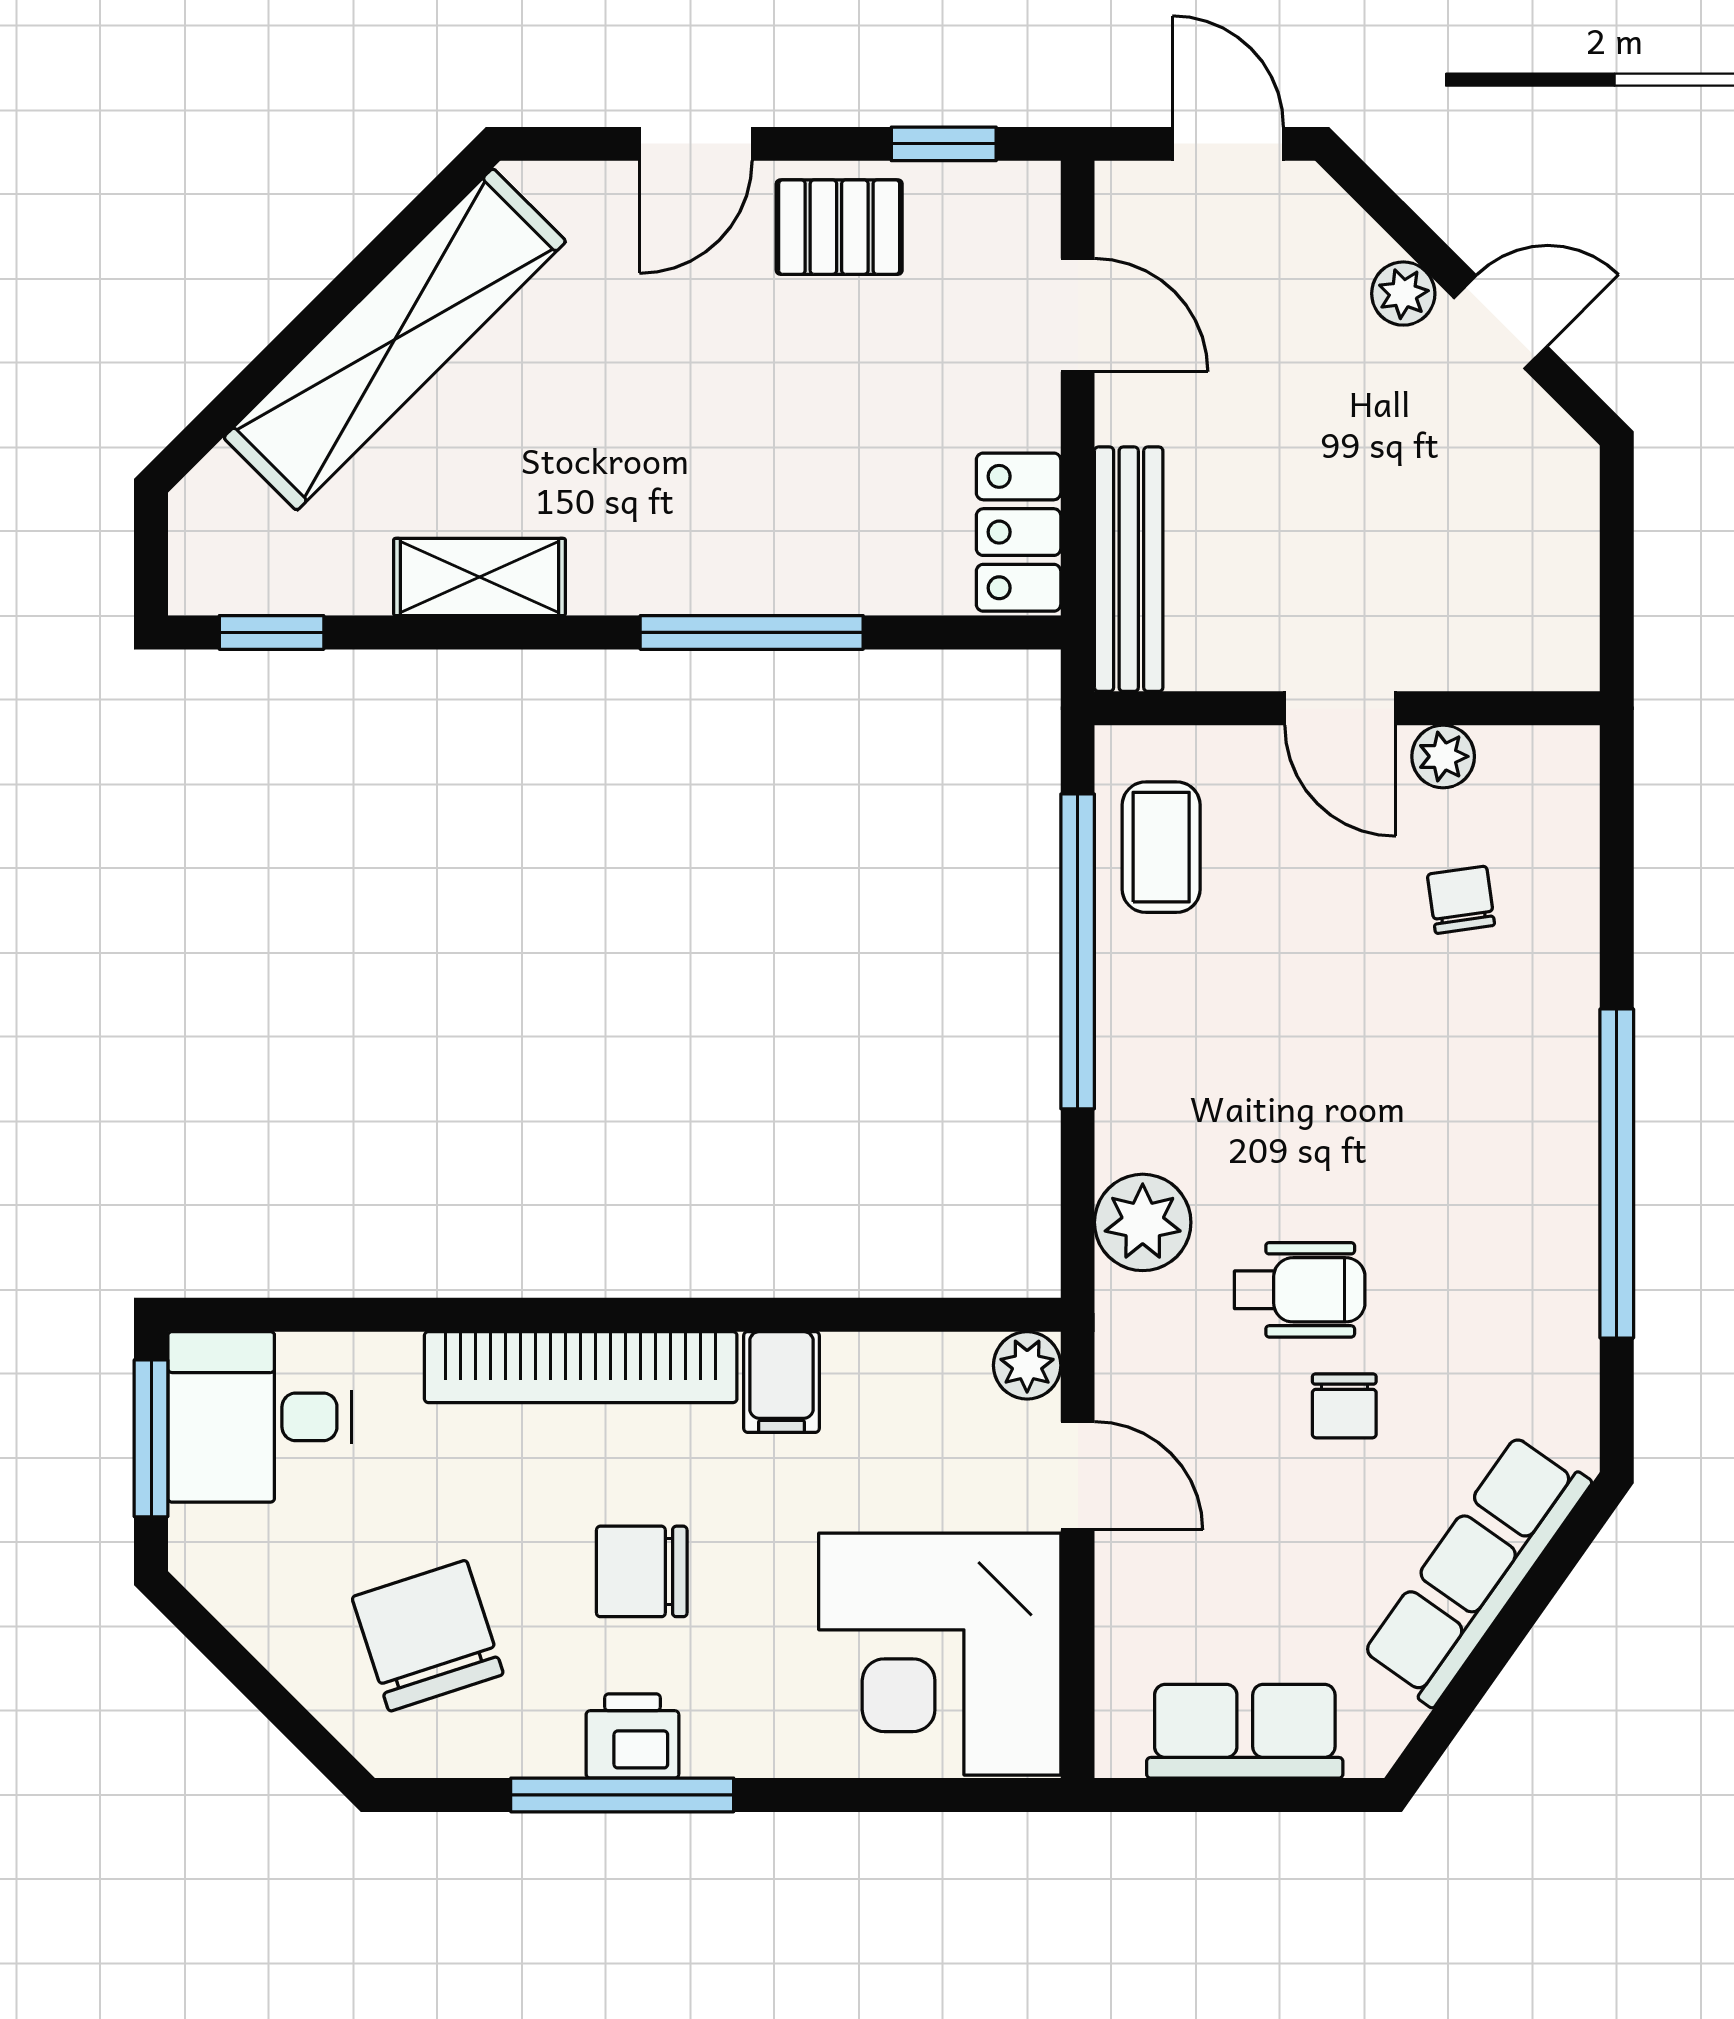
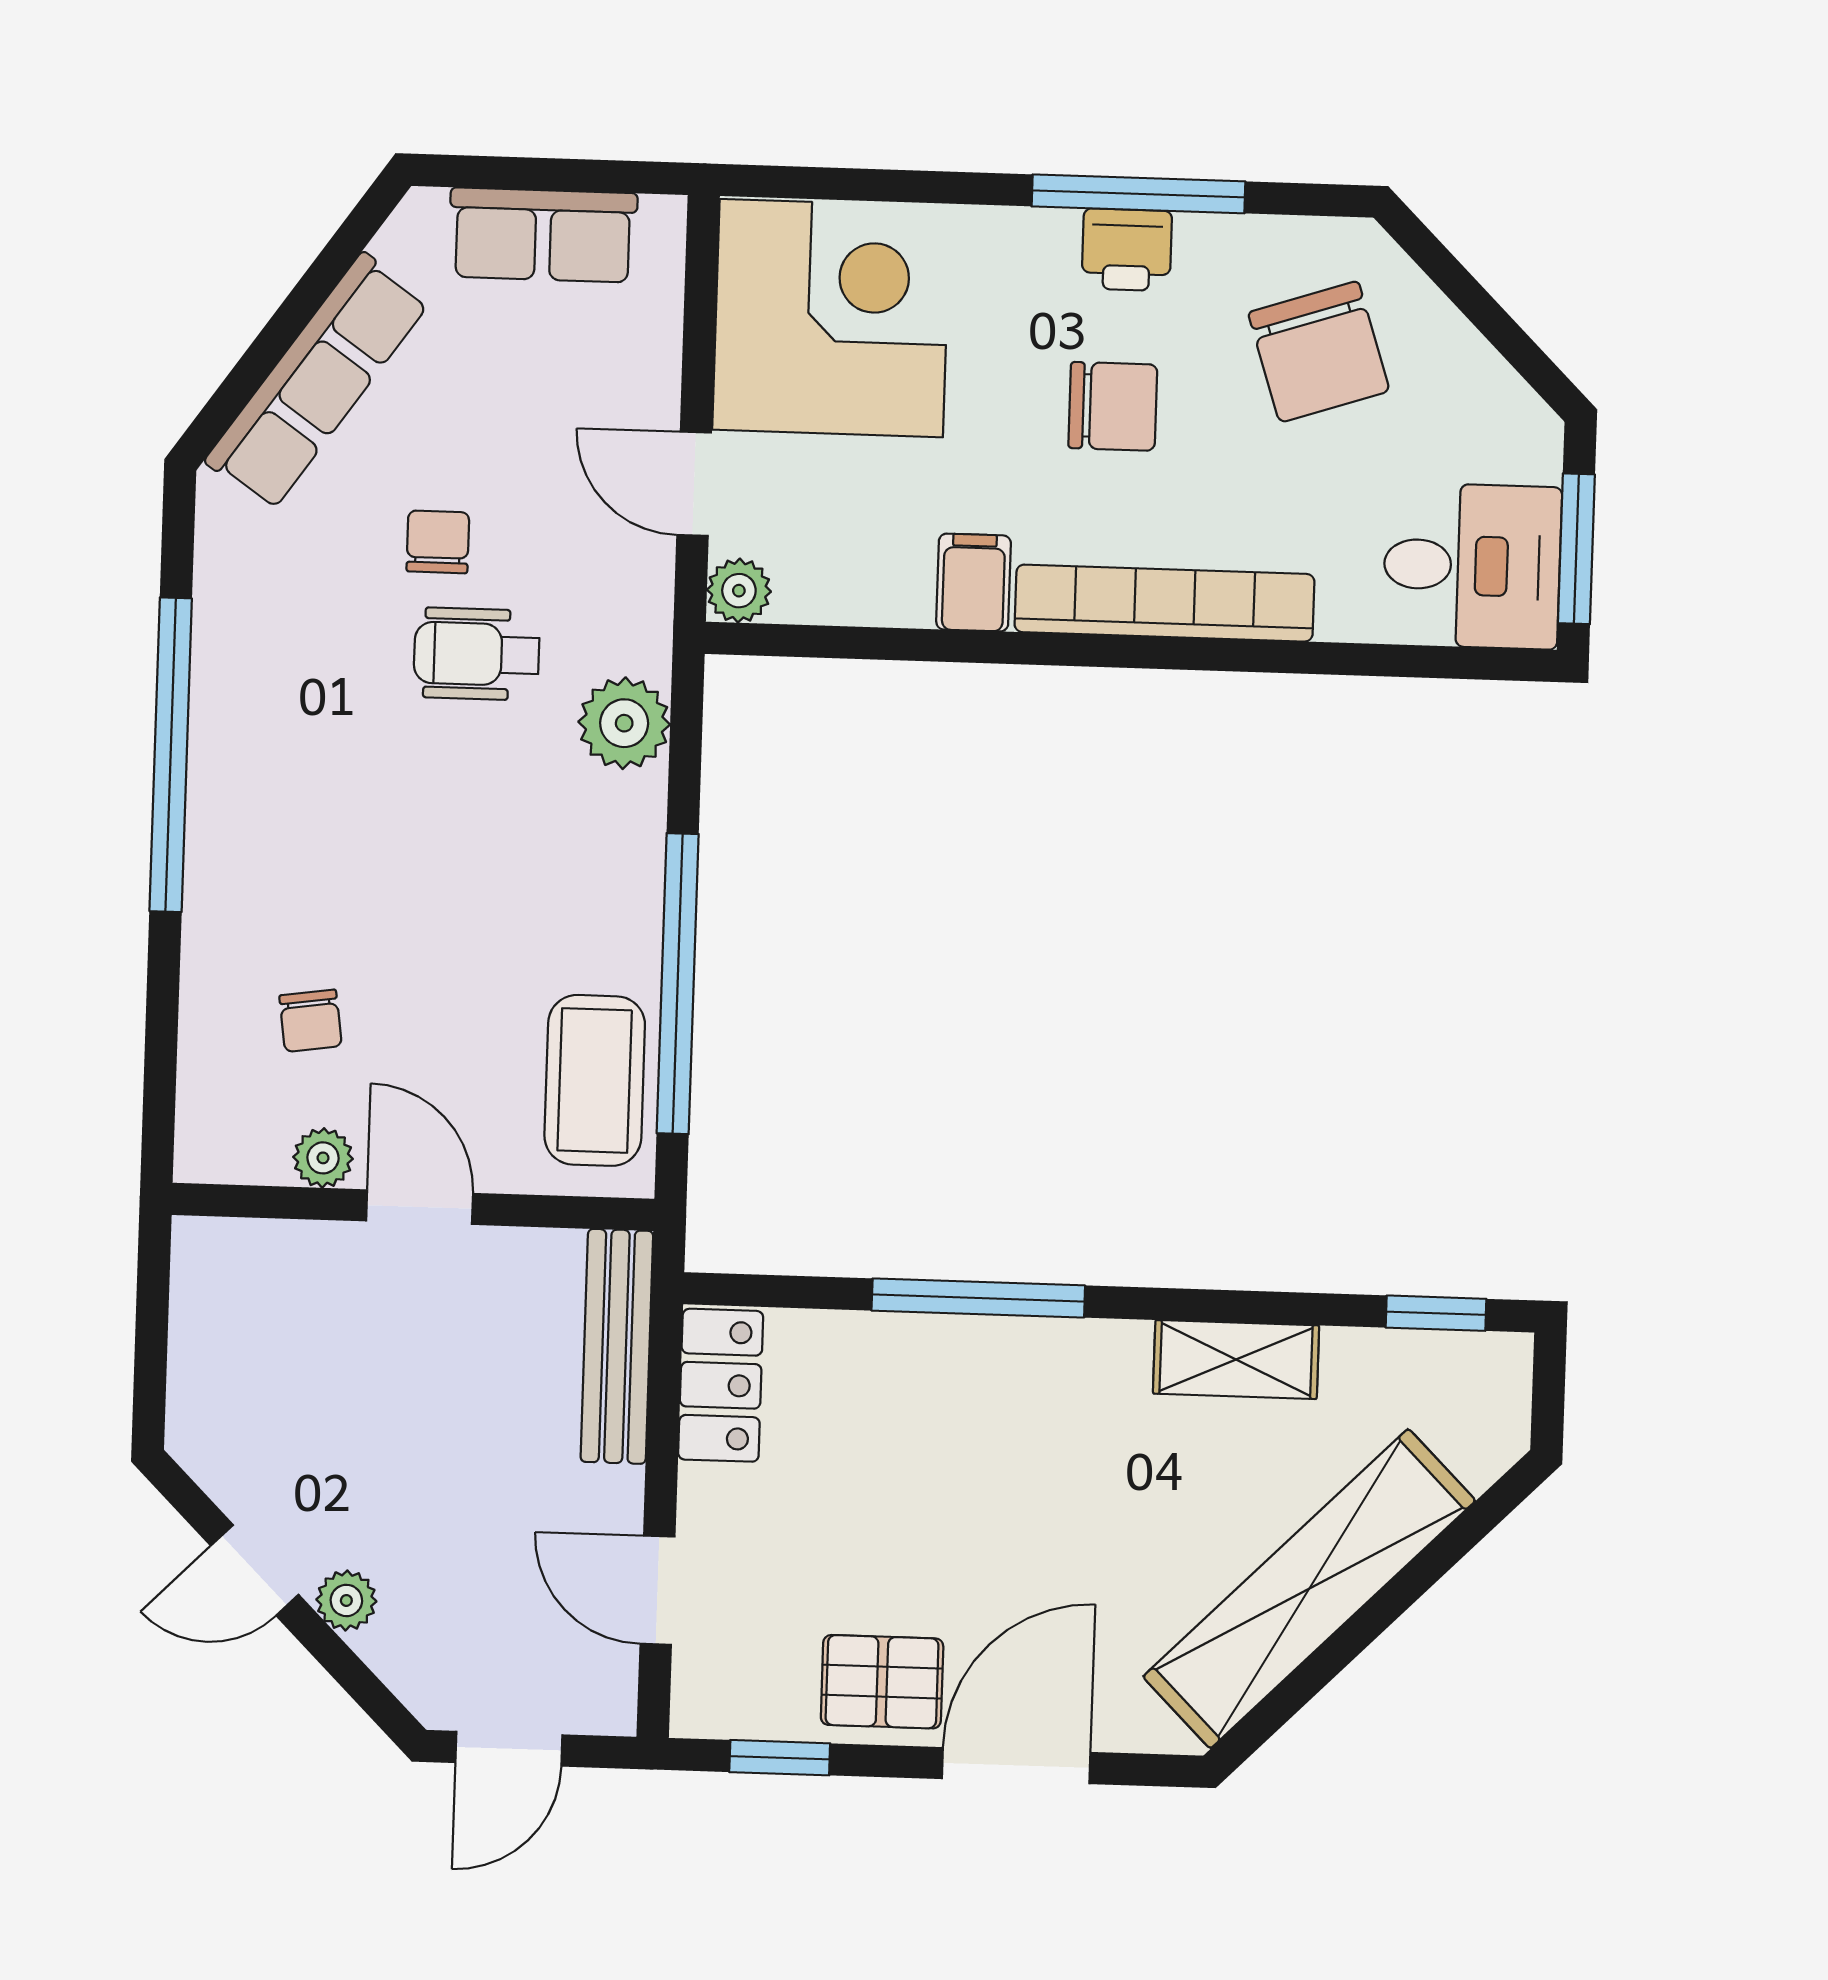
door: (696, 144) -> (1016, 1766), width x1.37
door: (1228, 144) -> (509, 1749), hinge flipped
coffee table: (1161, 847) -> (595, 1080), width x1.36, depth x1.30

